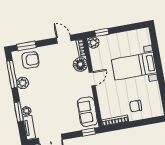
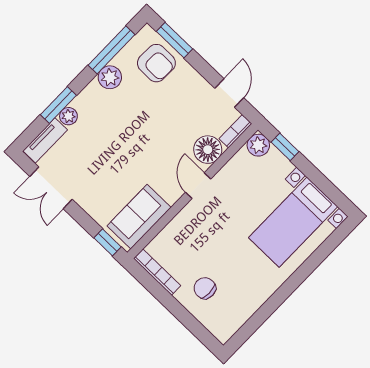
bed with nightstands: (134, 66) -> (293, 222), moved, turned -90
door: (92, 79) -> (198, 186), swing flipped

